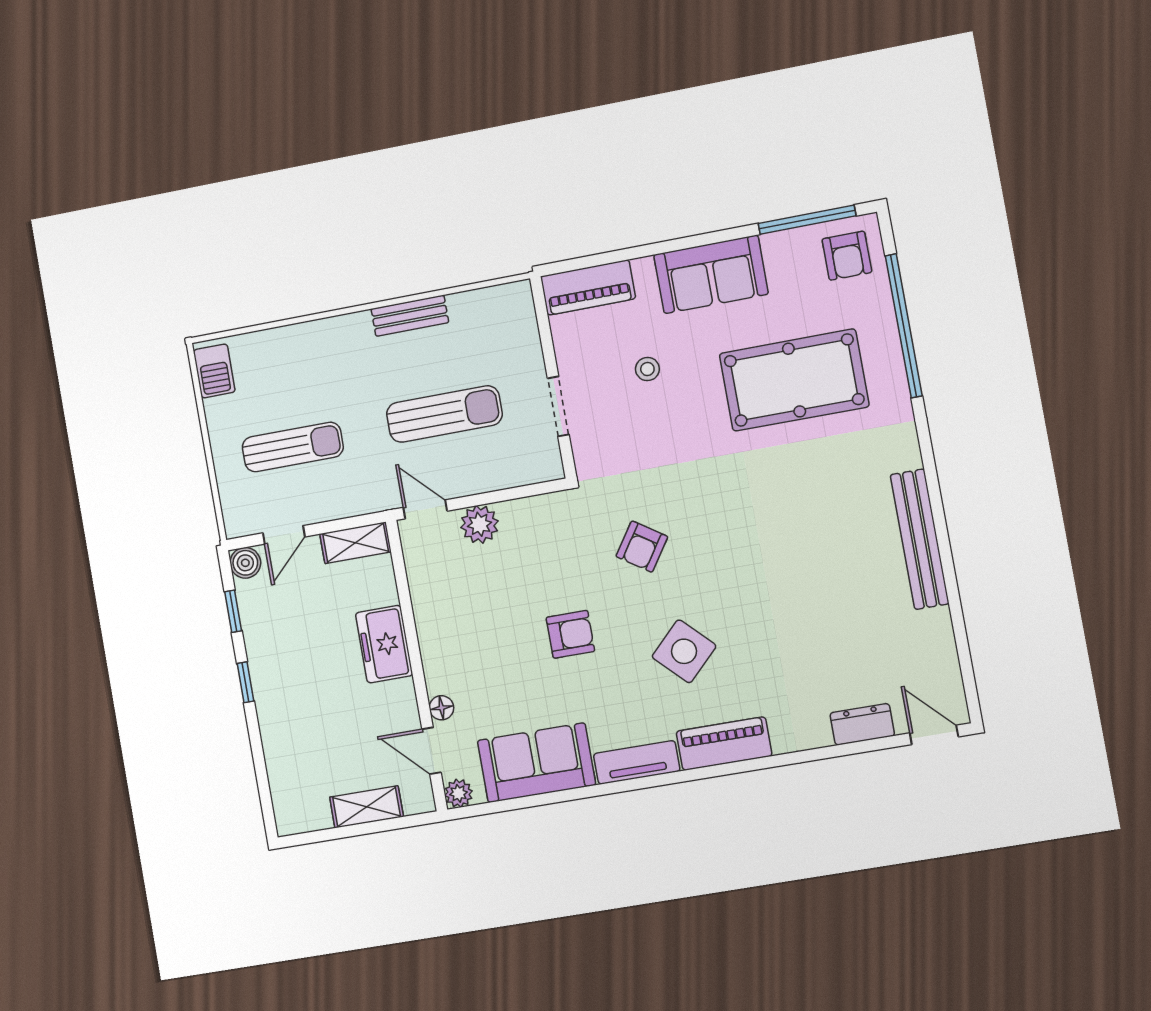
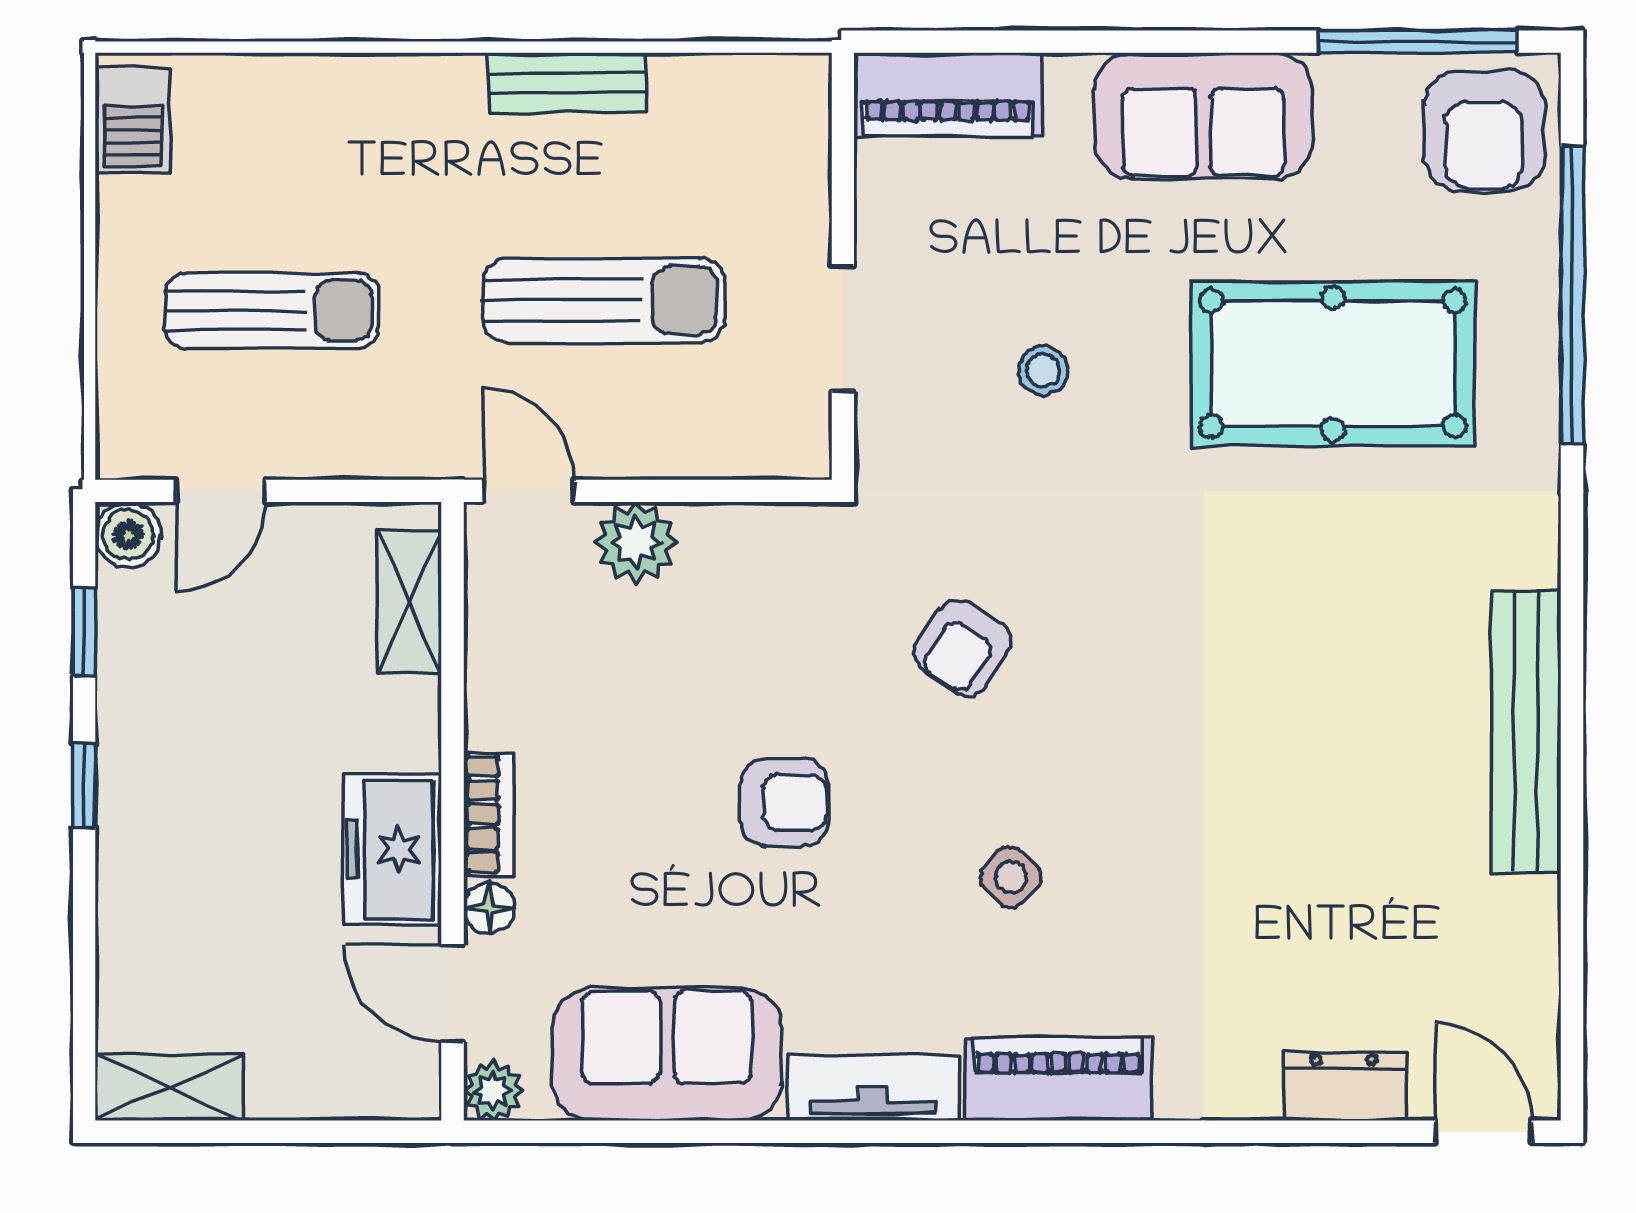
armchair: (847, 256) -> (1484, 131), width x1.38, depth x1.38
stool: (647, 369) -> (1043, 370), moved
shelving: (356, 543) -> (409, 602), moved, turned 90
freezer: (384, 644) -> (392, 849), moved
side table: (684, 651) -> (1011, 877), width x0.54, depth x0.54
bookcase: (433, 664) -> (488, 814), added
shelving: (366, 807) -> (169, 1087), moved

